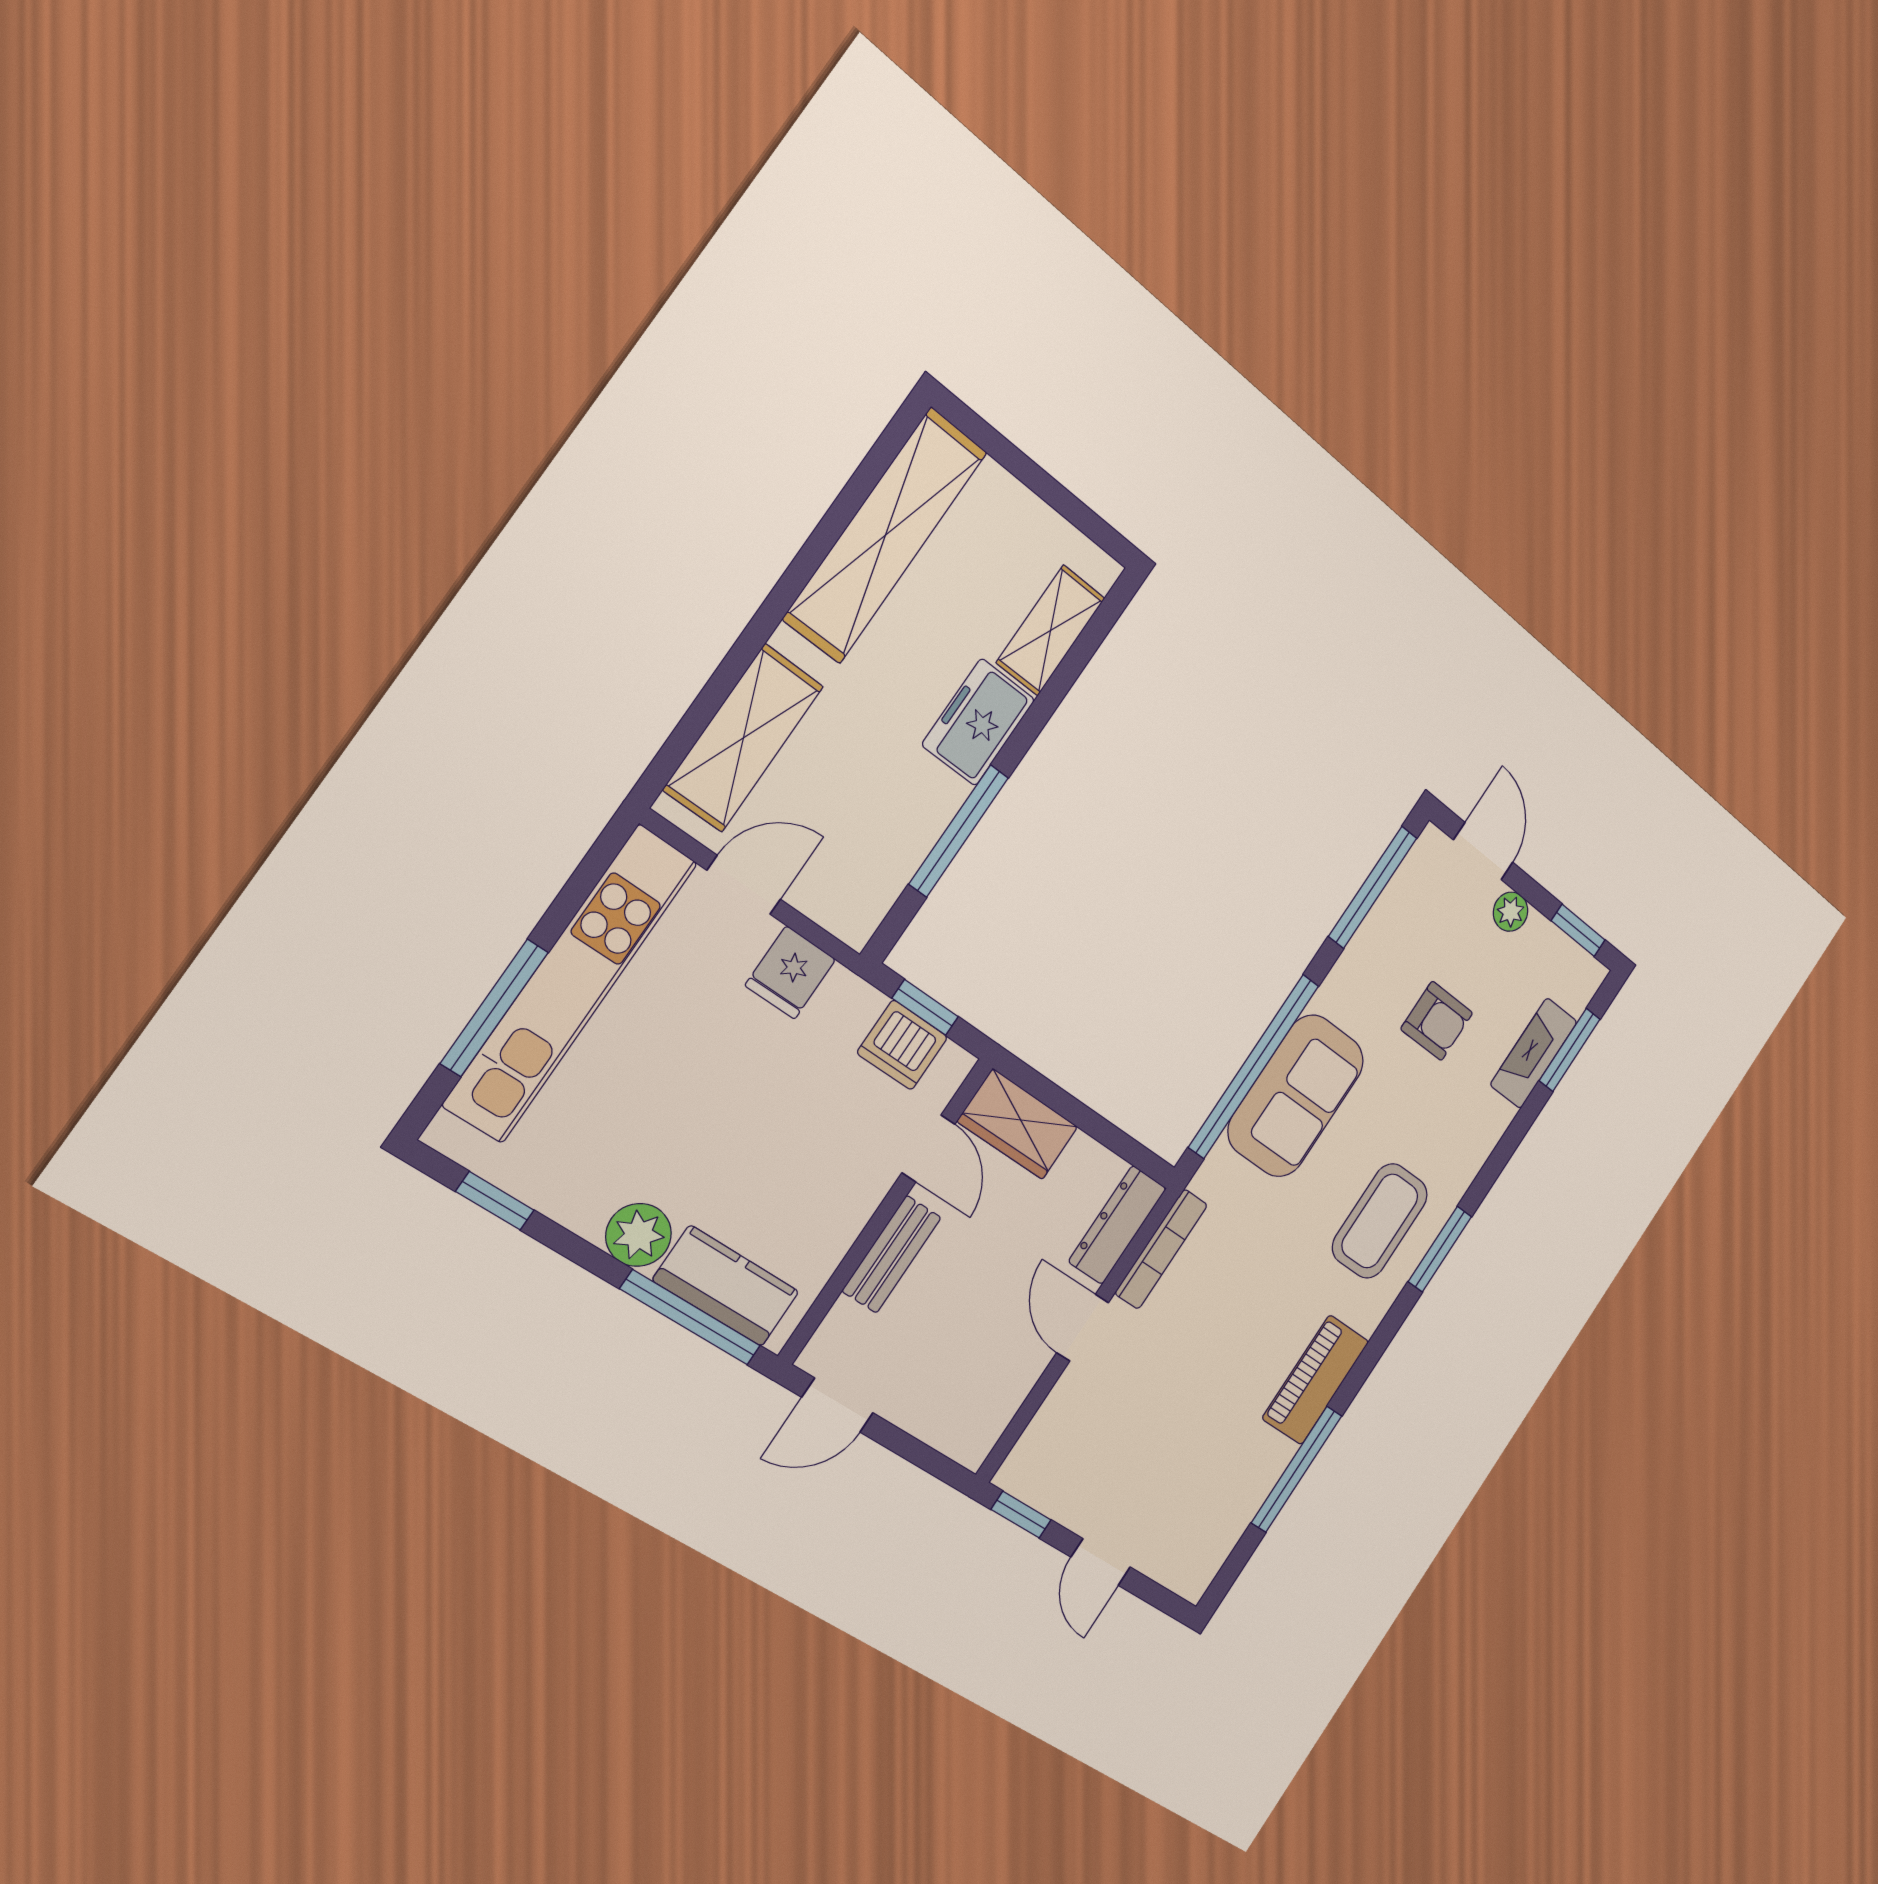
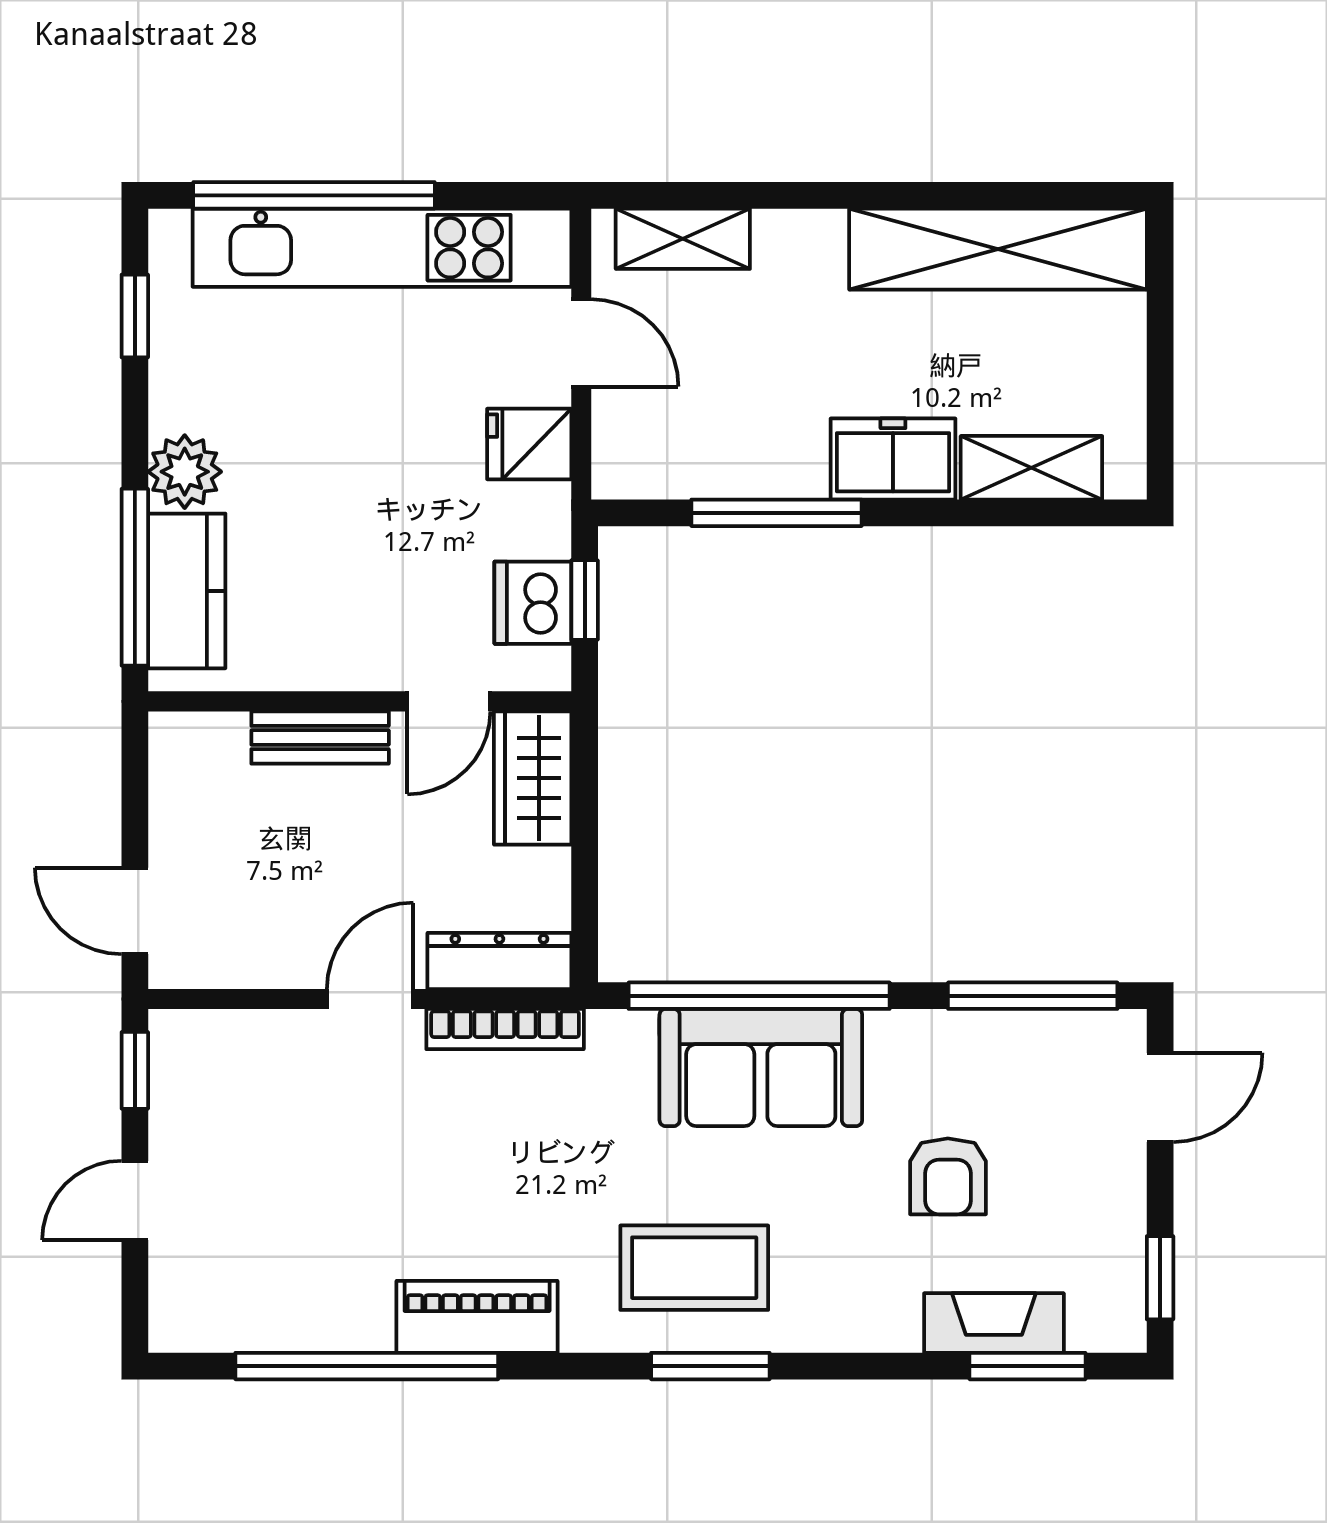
shelving: (743, 738) -> (683, 239), width x0.67, depth x0.75
plant: (1511, 912) -> (1121, 1179), removed
window: (494, 1008) -> (314, 195), width x1.46
door: (838, 1405) -> (135, 911), moved
window: (1296, 1469) -> (367, 1366), width x1.46

